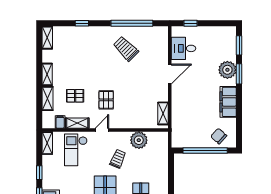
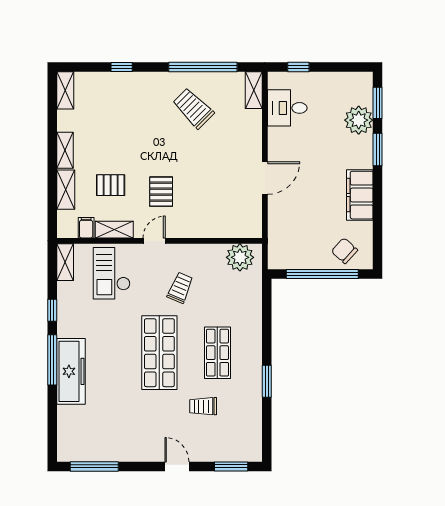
plant: (227, 70) -> (359, 120), moved
door: (170, 74) -> (265, 178), moved
shelving: (163, 113) -> (254, 90), moved
plant: (139, 140) -> (240, 257), moved

